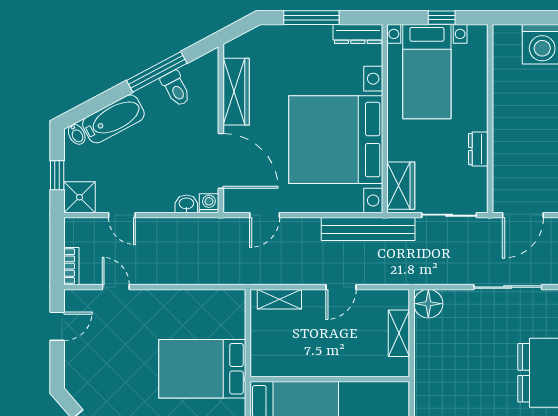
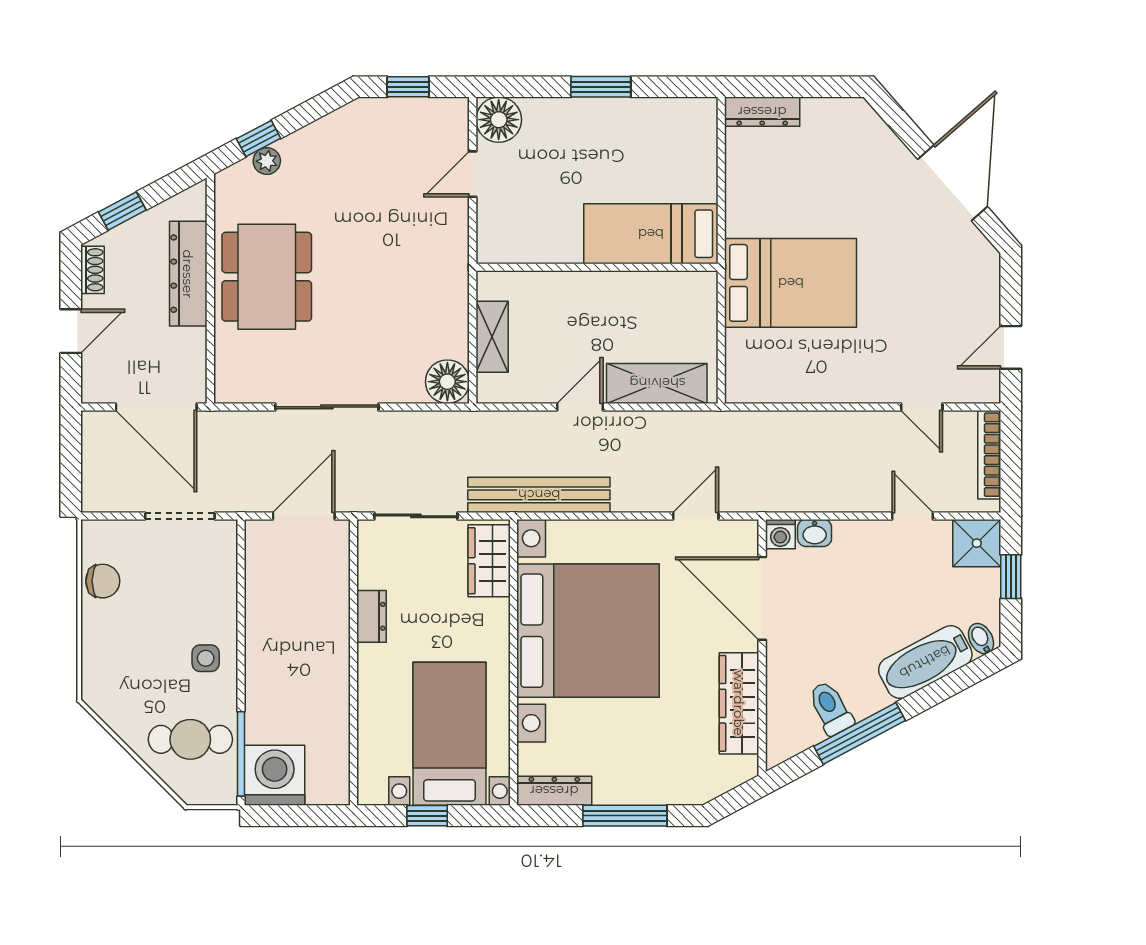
bookcase: (71, 266) -> (989, 455), width x1.56
shelving: (279, 299) -> (657, 383), width x1.50, depth x1.33

